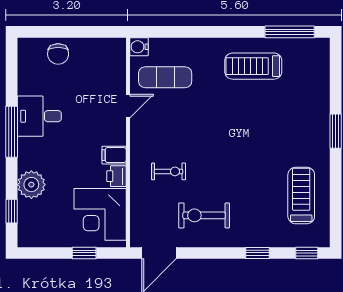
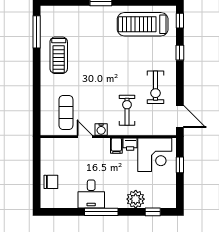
water cooler: (139, 47) -> (101, 129), moved
exercise bike: (169, 171) -> (127, 110), width x1.38, depth x1.39
treadmill: (301, 196) -> (143, 24), width x1.37, depth x1.38

